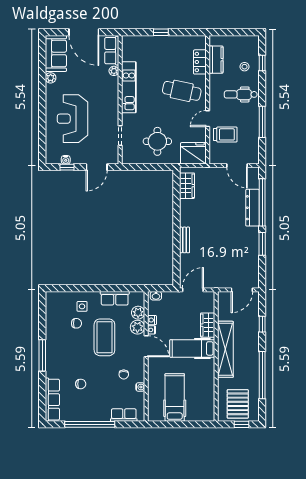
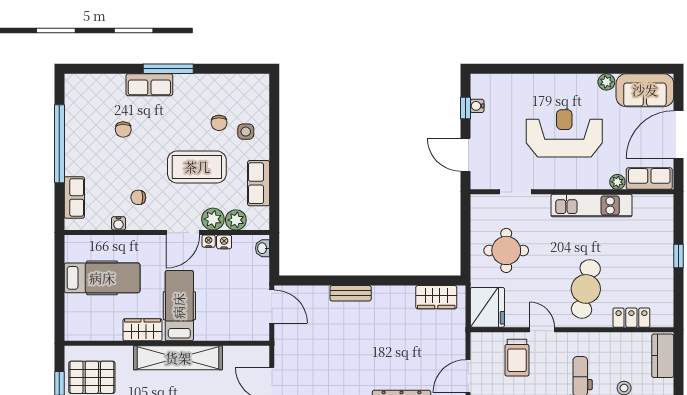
kitchen counter: (216, 60) -> (663, 356), moved, turned 90
reception desk: (72, 119) -> (564, 133), moved
wardrobe: (208, 325) -> (142, 330), moved
row of seats: (52, 400) -> (149, 85), moved, width x0.68

